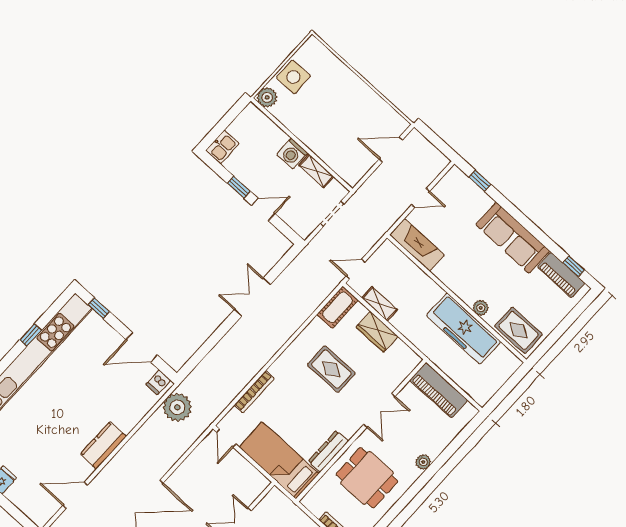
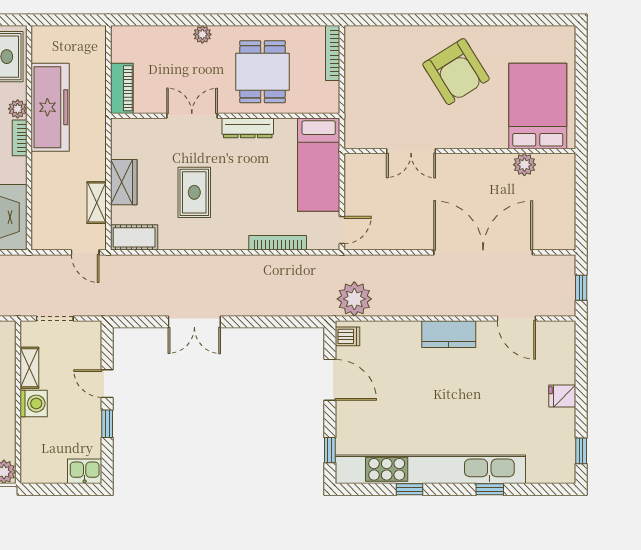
bookcase: (462, 293) -> (20, 138), added
piano: (439, 390) -> (122, 88), width x0.73, depth x0.75
dresser: (328, 451) -> (248, 128), moved

